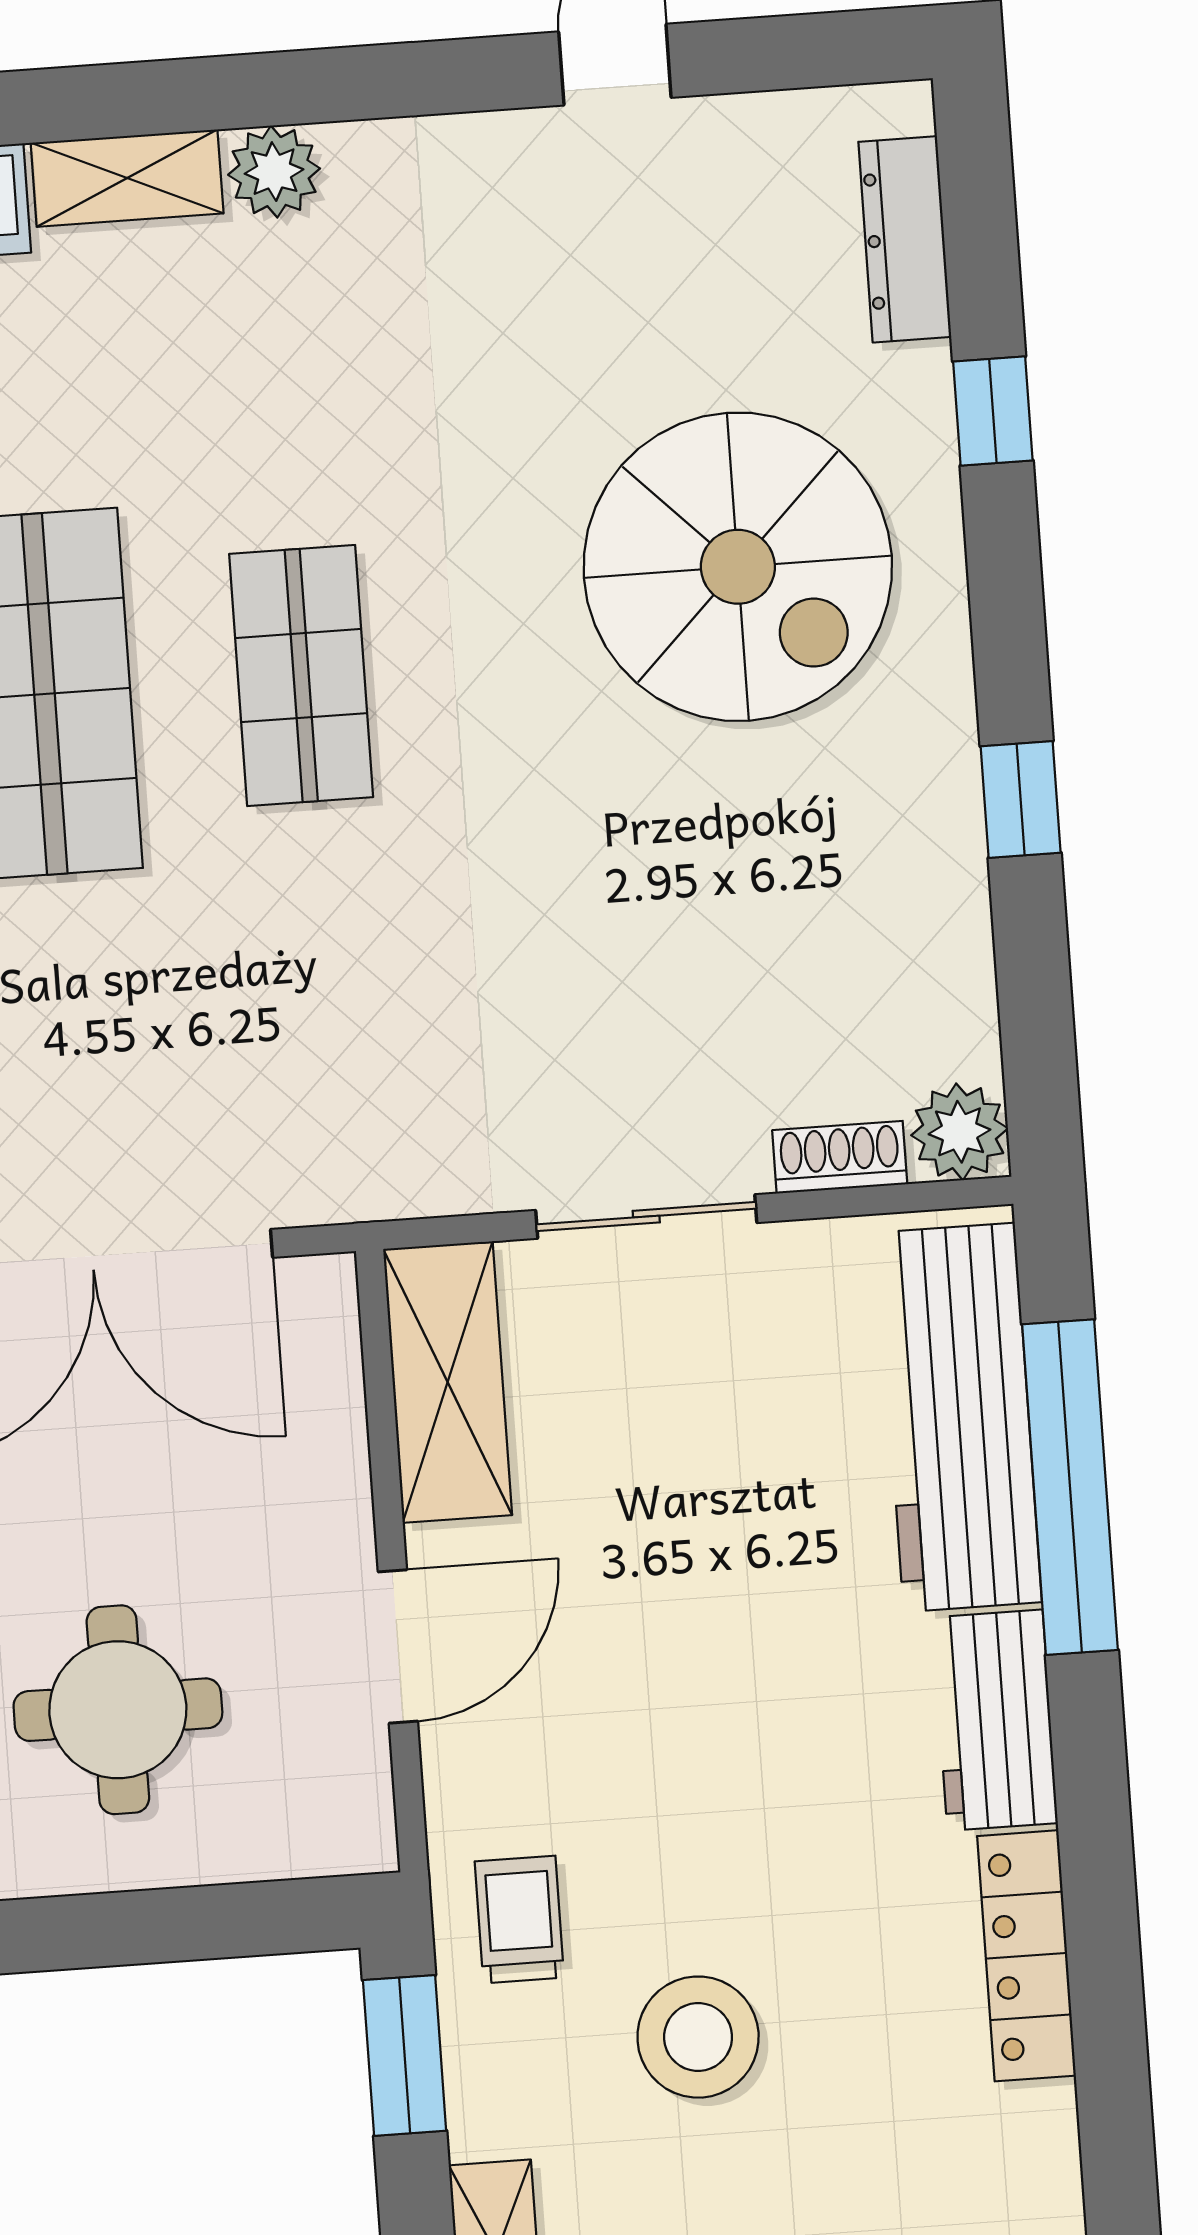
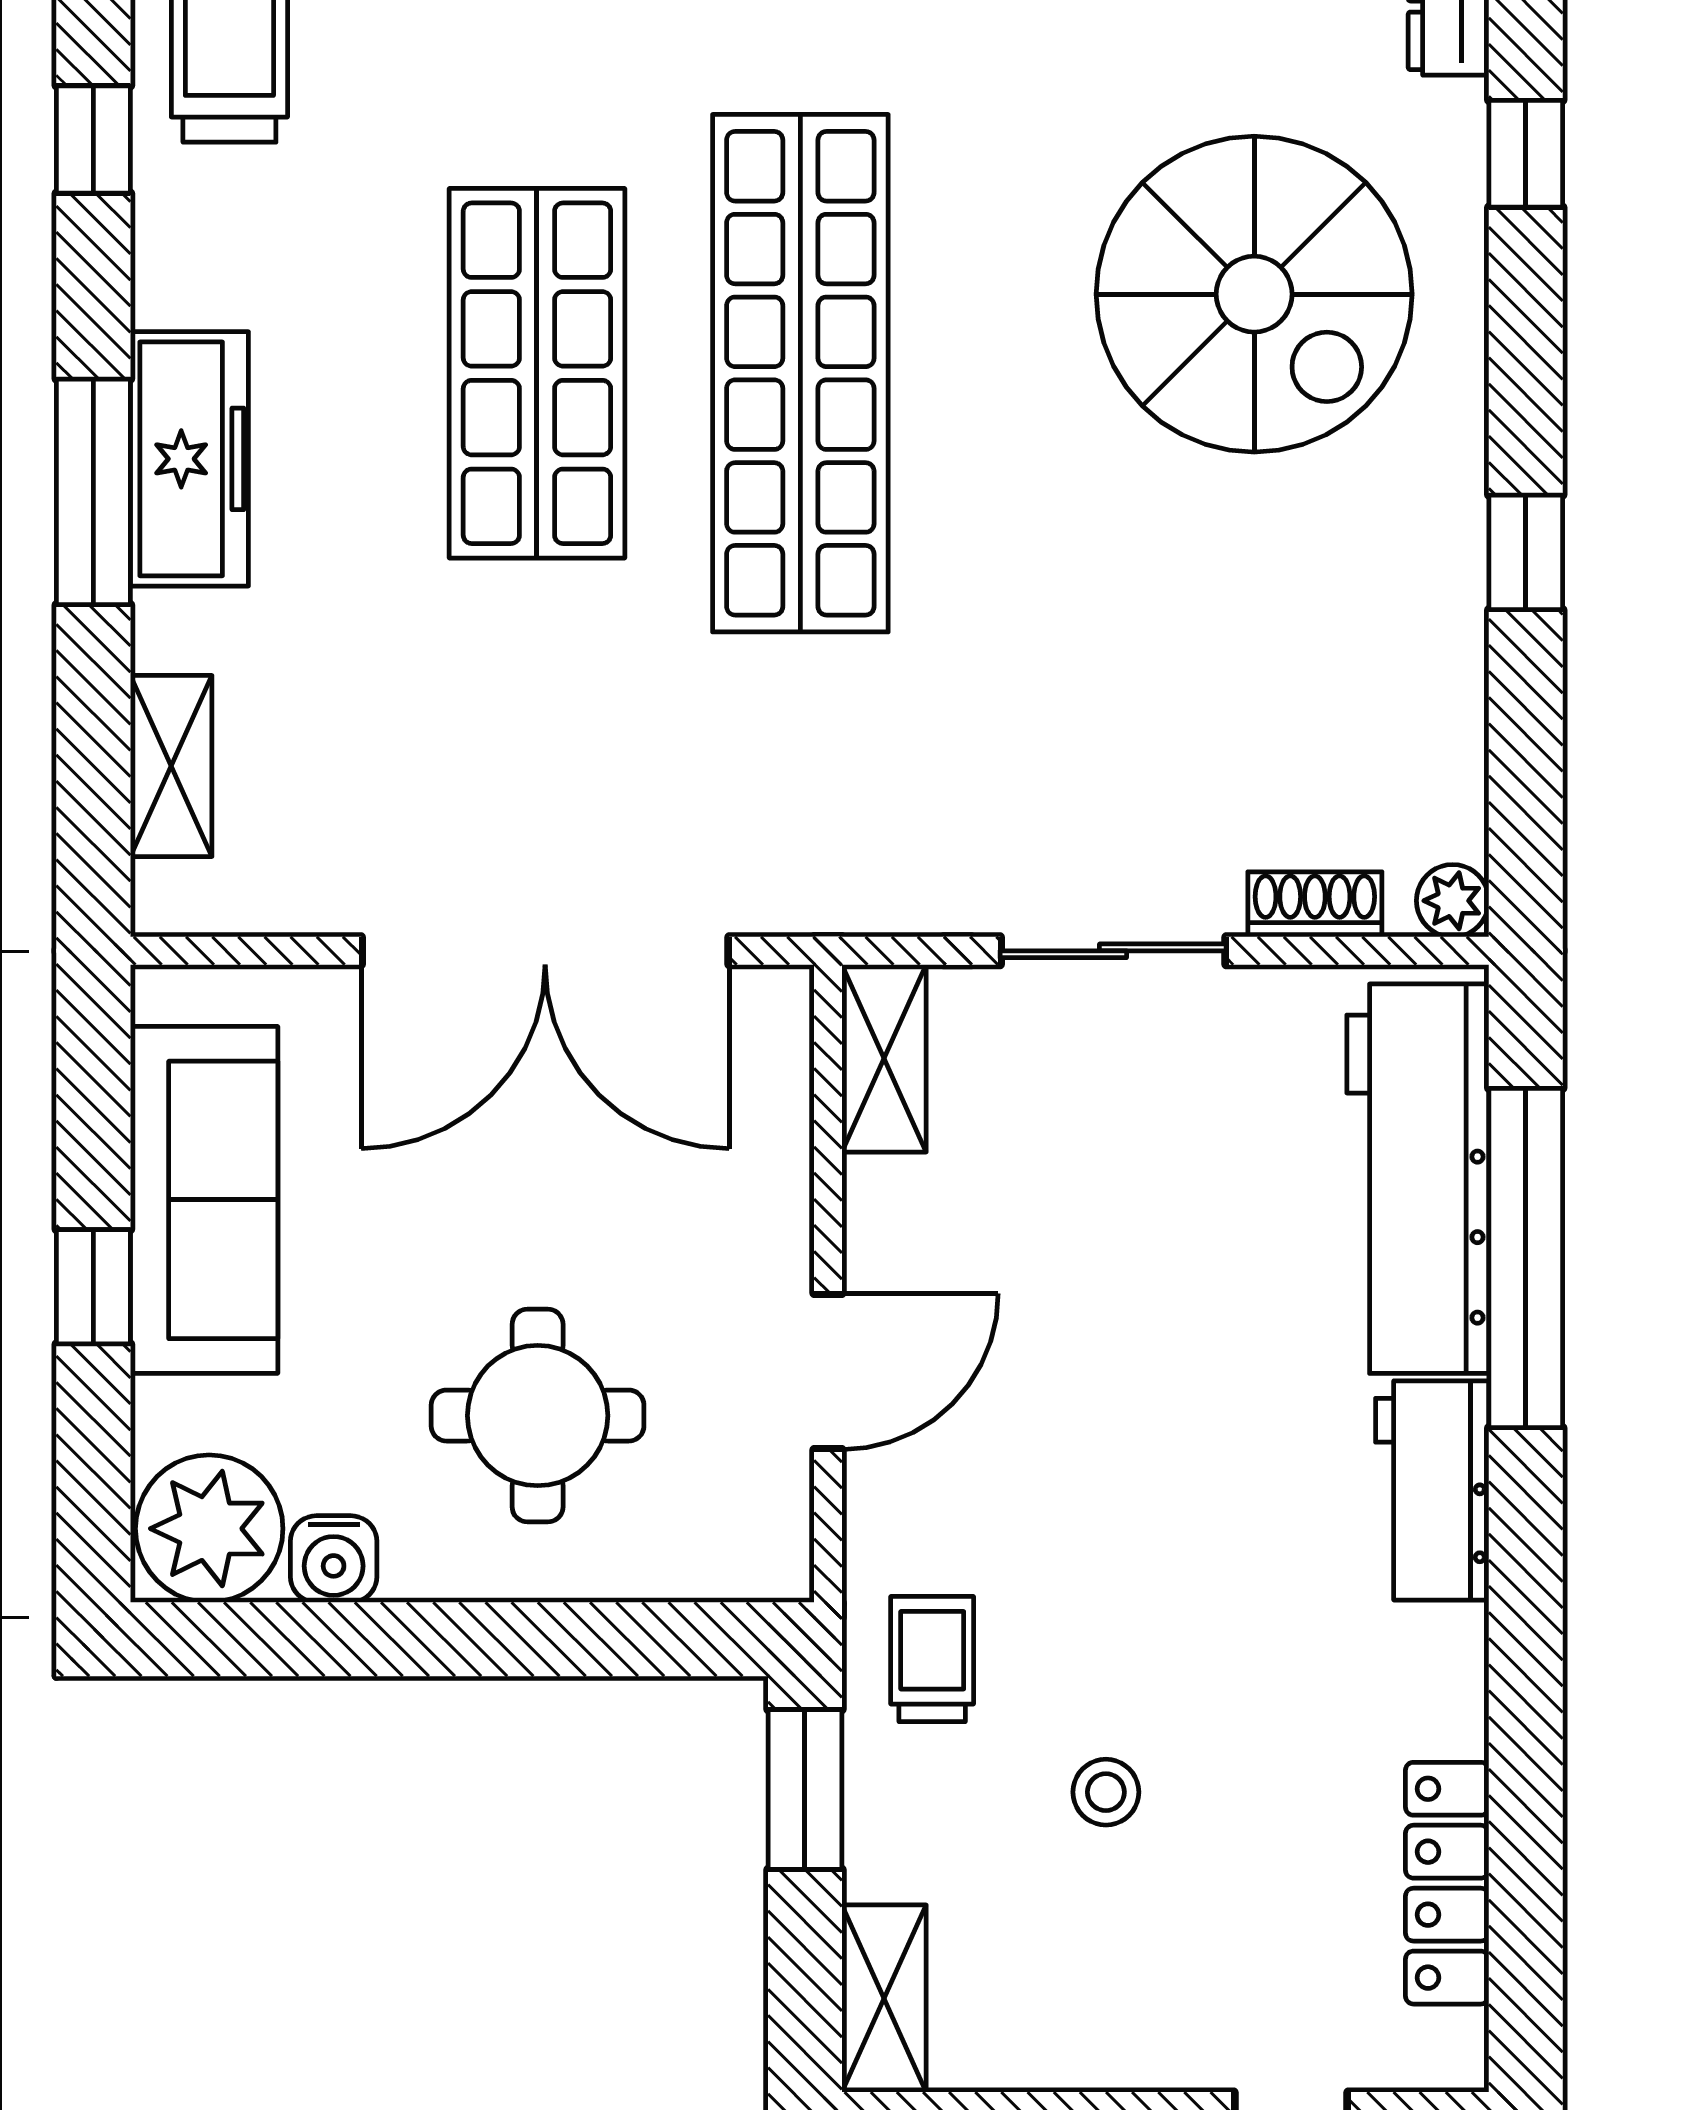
shop shelf: (301, 676) -> (800, 373), width x2.00, depth x1.36
plant: (960, 1132) -> (1453, 901), width x0.73, depth x0.73
shelving: (448, 1382) -> (884, 1058), width x0.67, depth x0.75
locker: (1027, 1956) -> (1447, 1883), moved
stool: (698, 2037) -> (1106, 1792), width x0.53, depth x0.53

